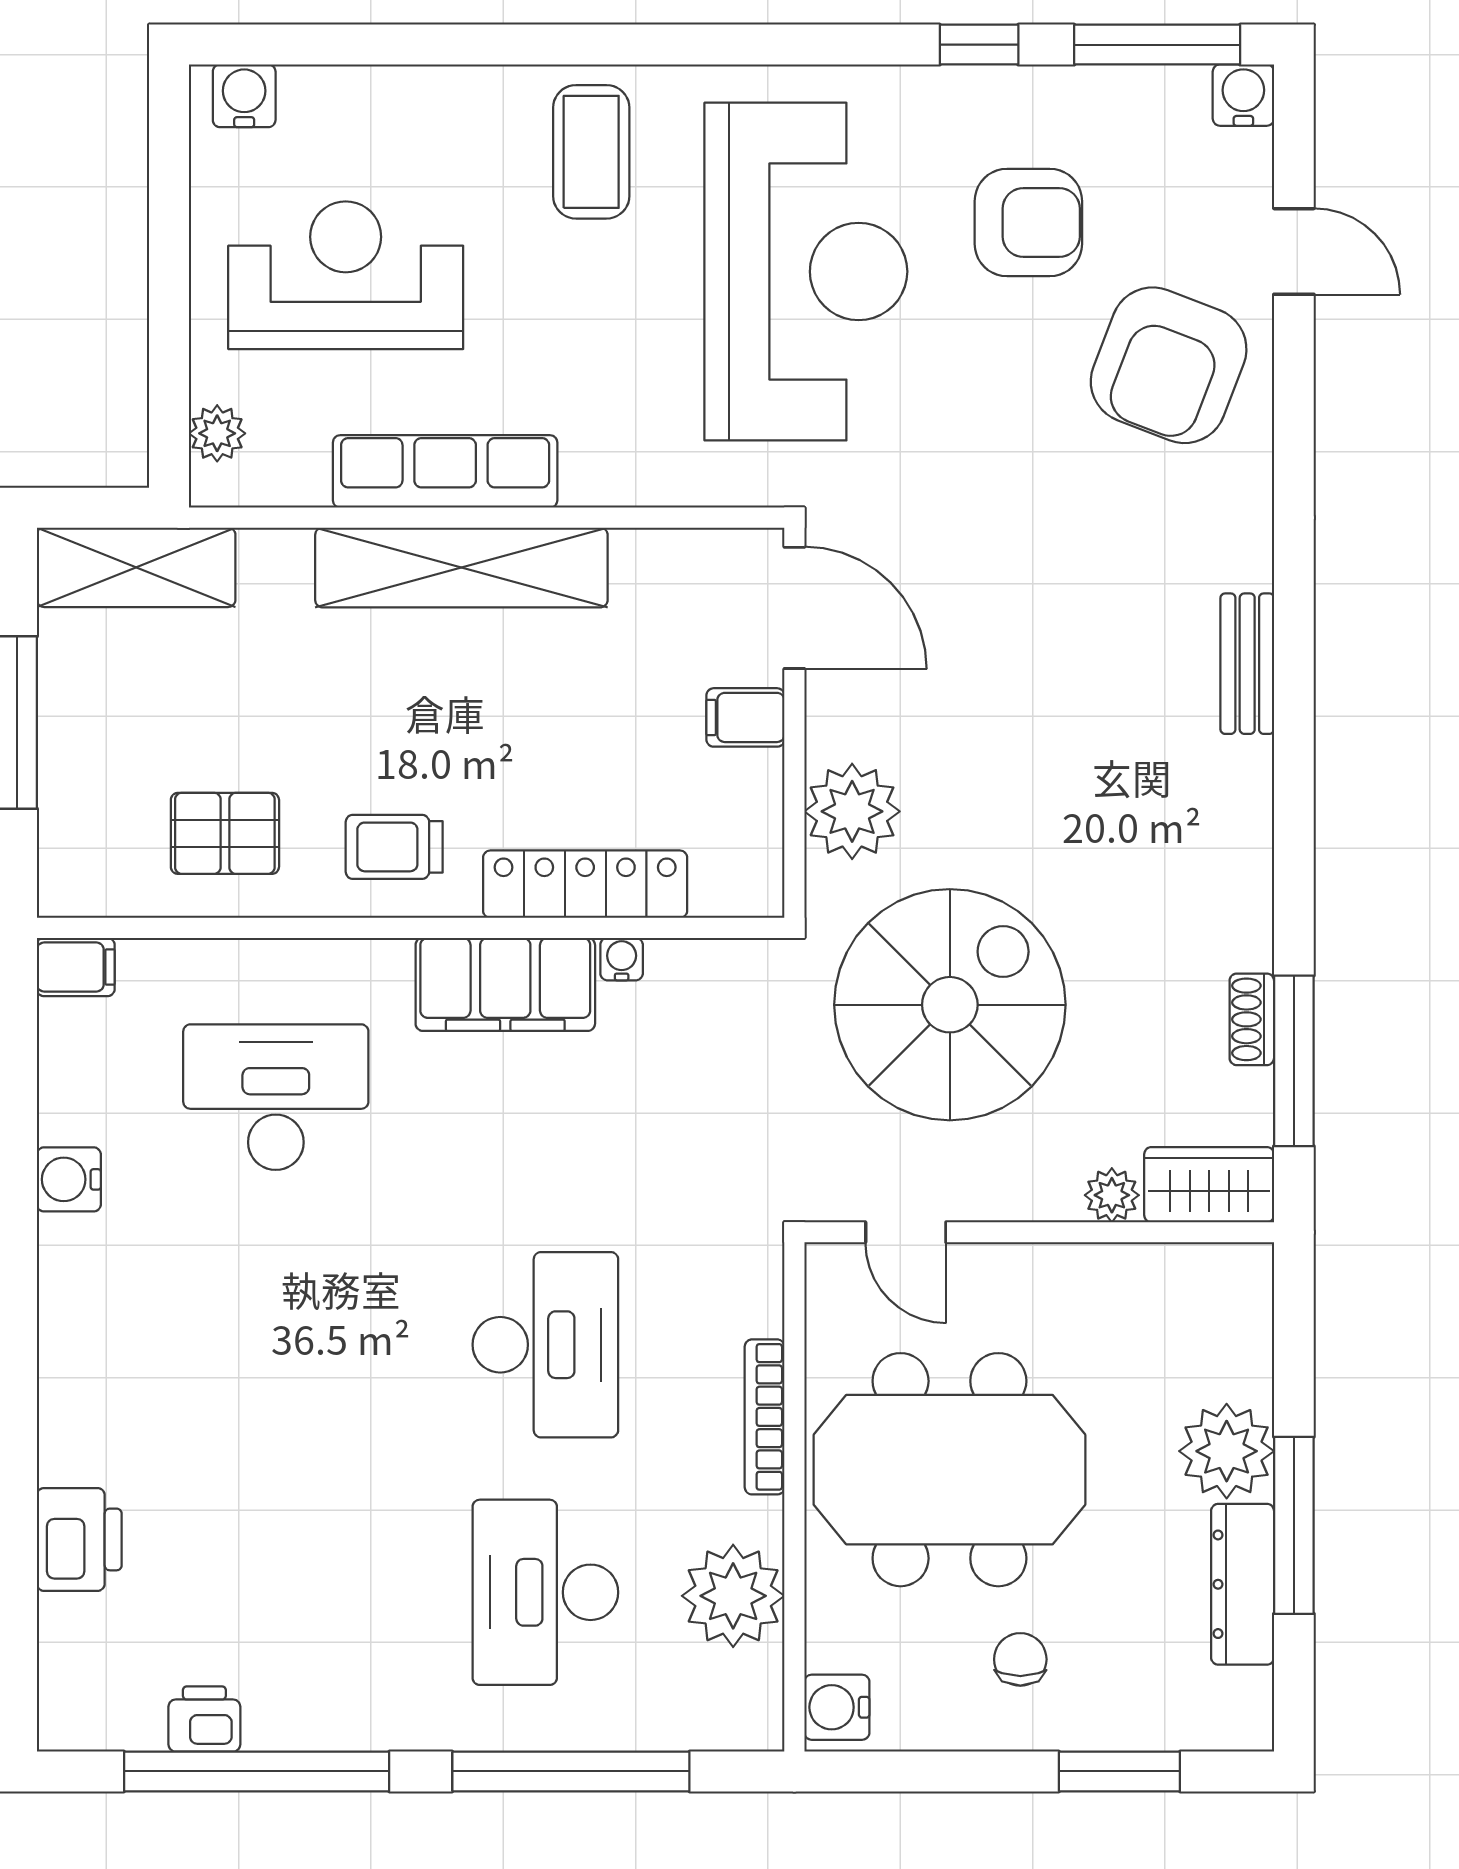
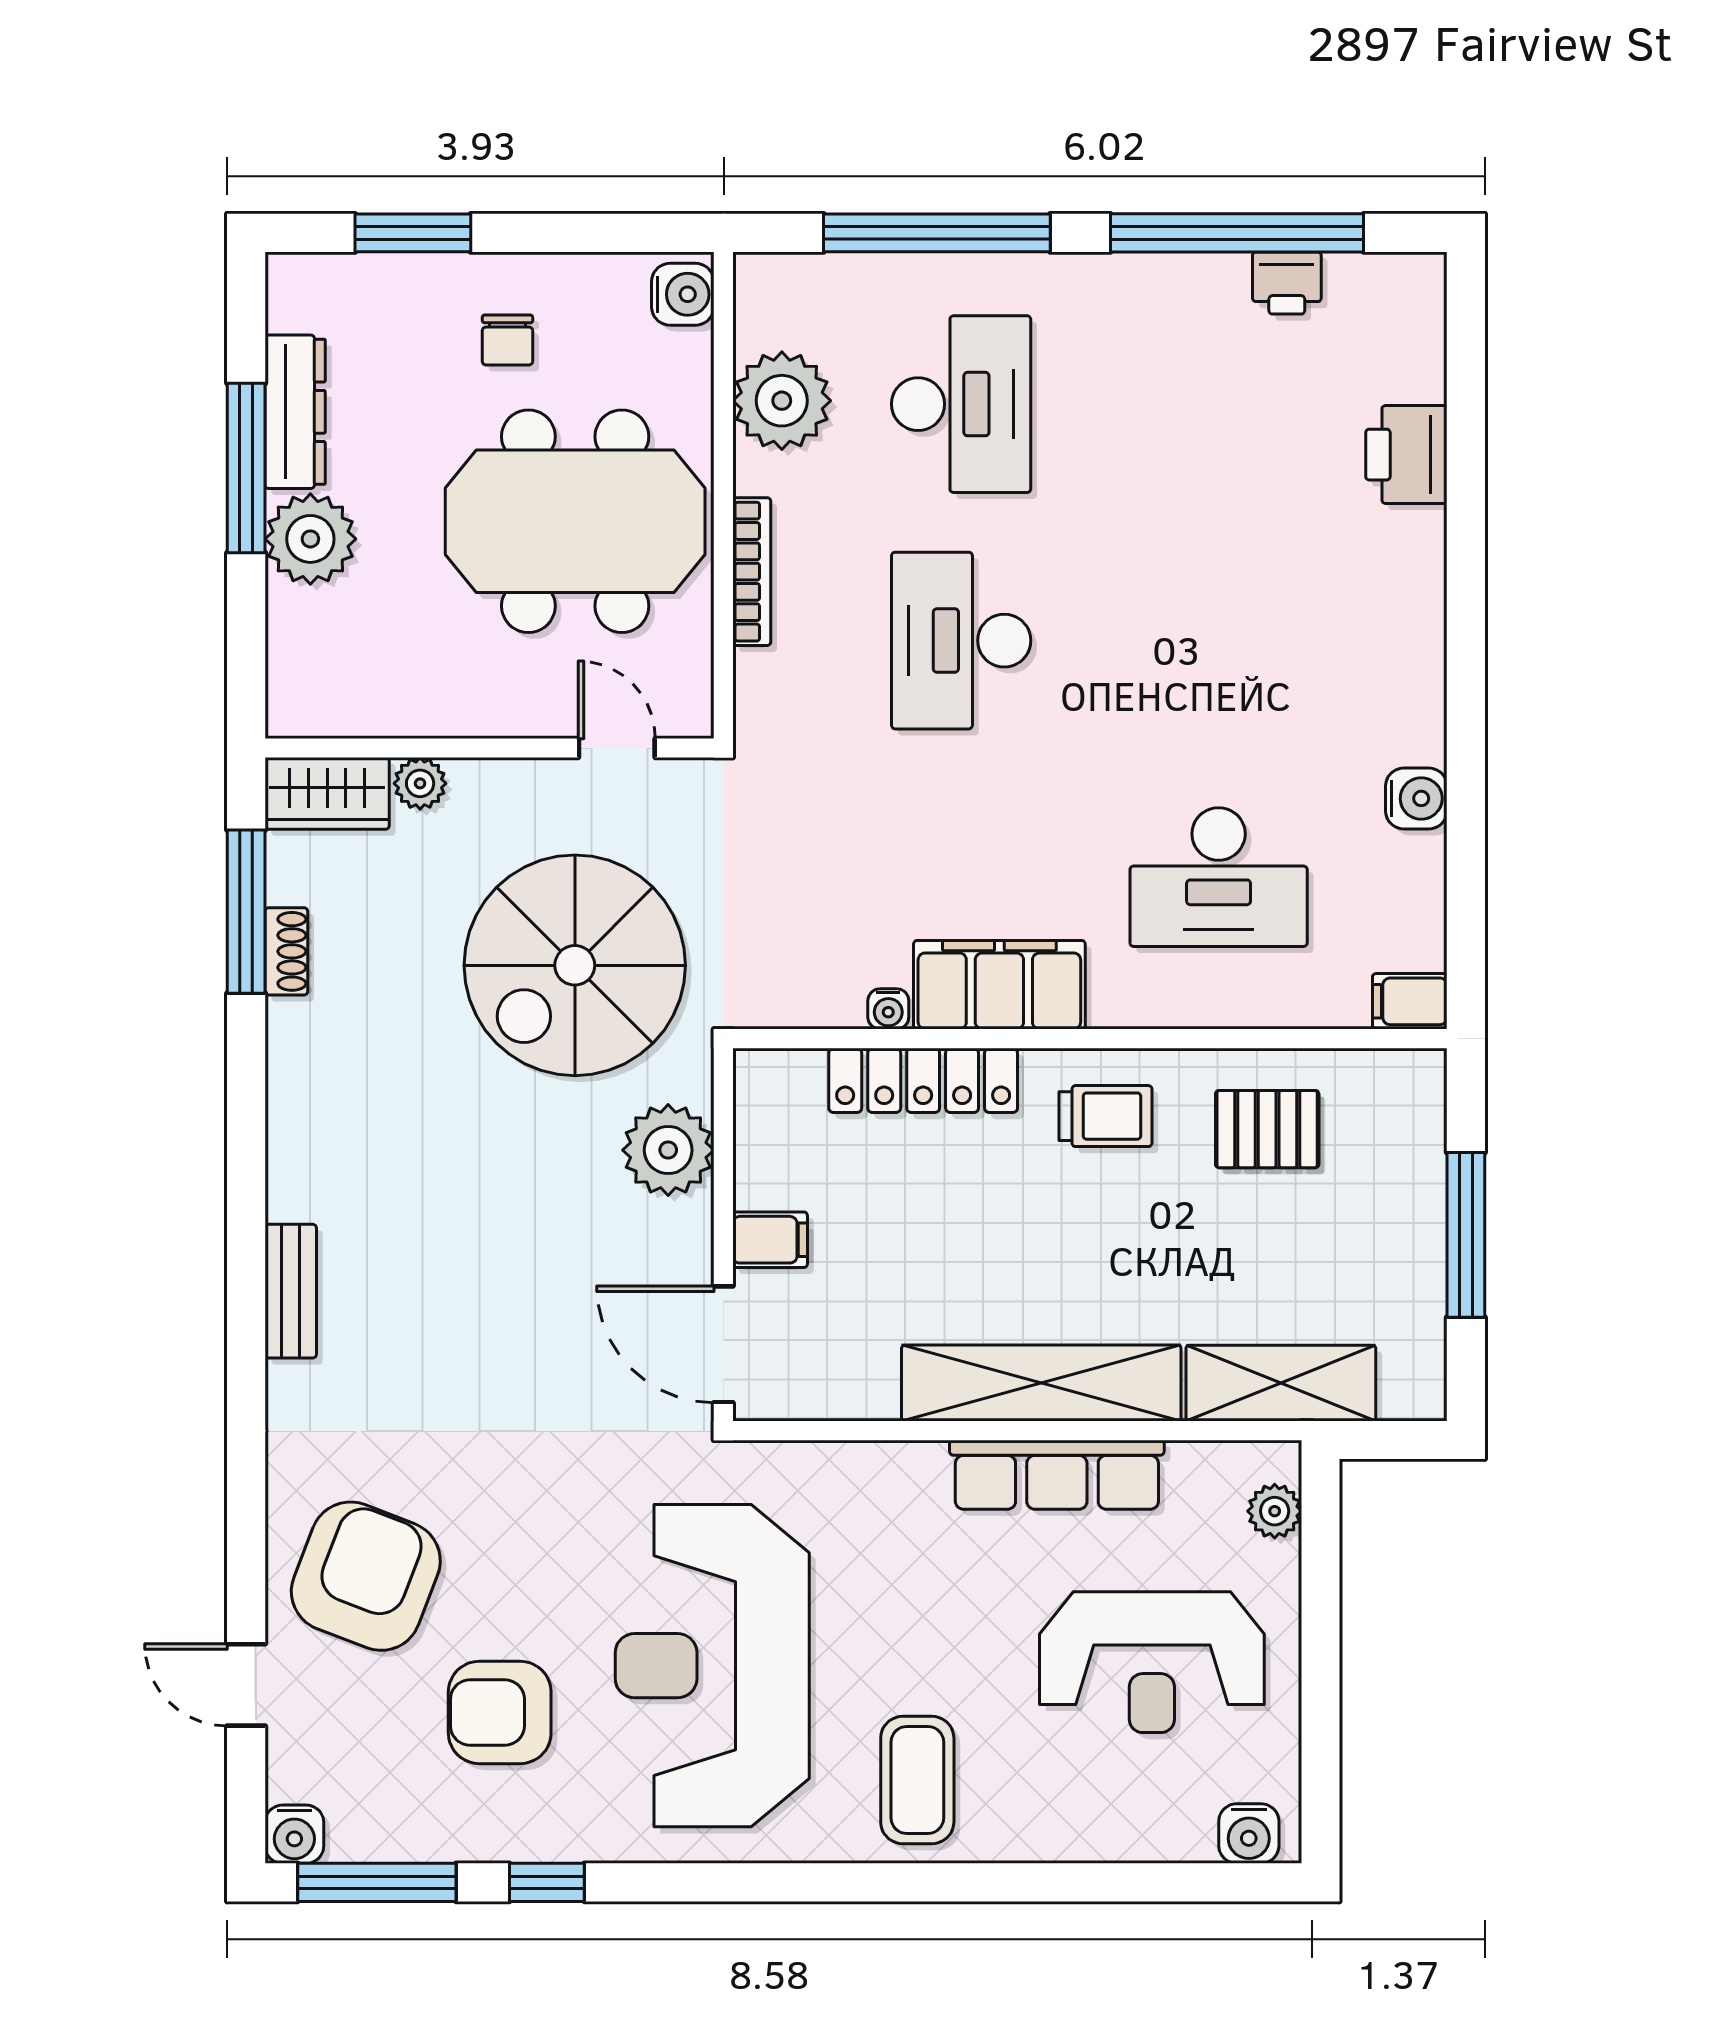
shelving: (136, 567) -> (1281, 1383), moved

